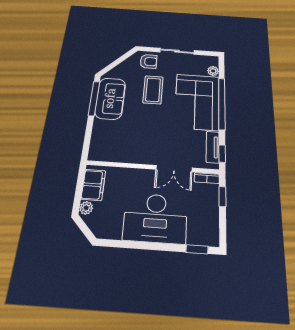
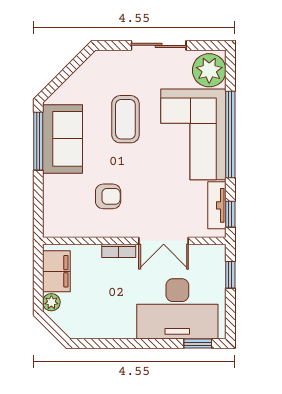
armchair: (149, 61) -> (108, 196), moved
plant: (213, 71) -> (209, 70), width x1.87, depth x1.87
bookcase: (207, 178) -> (119, 251), moved
desk: (155, 218) -> (177, 309), moved

